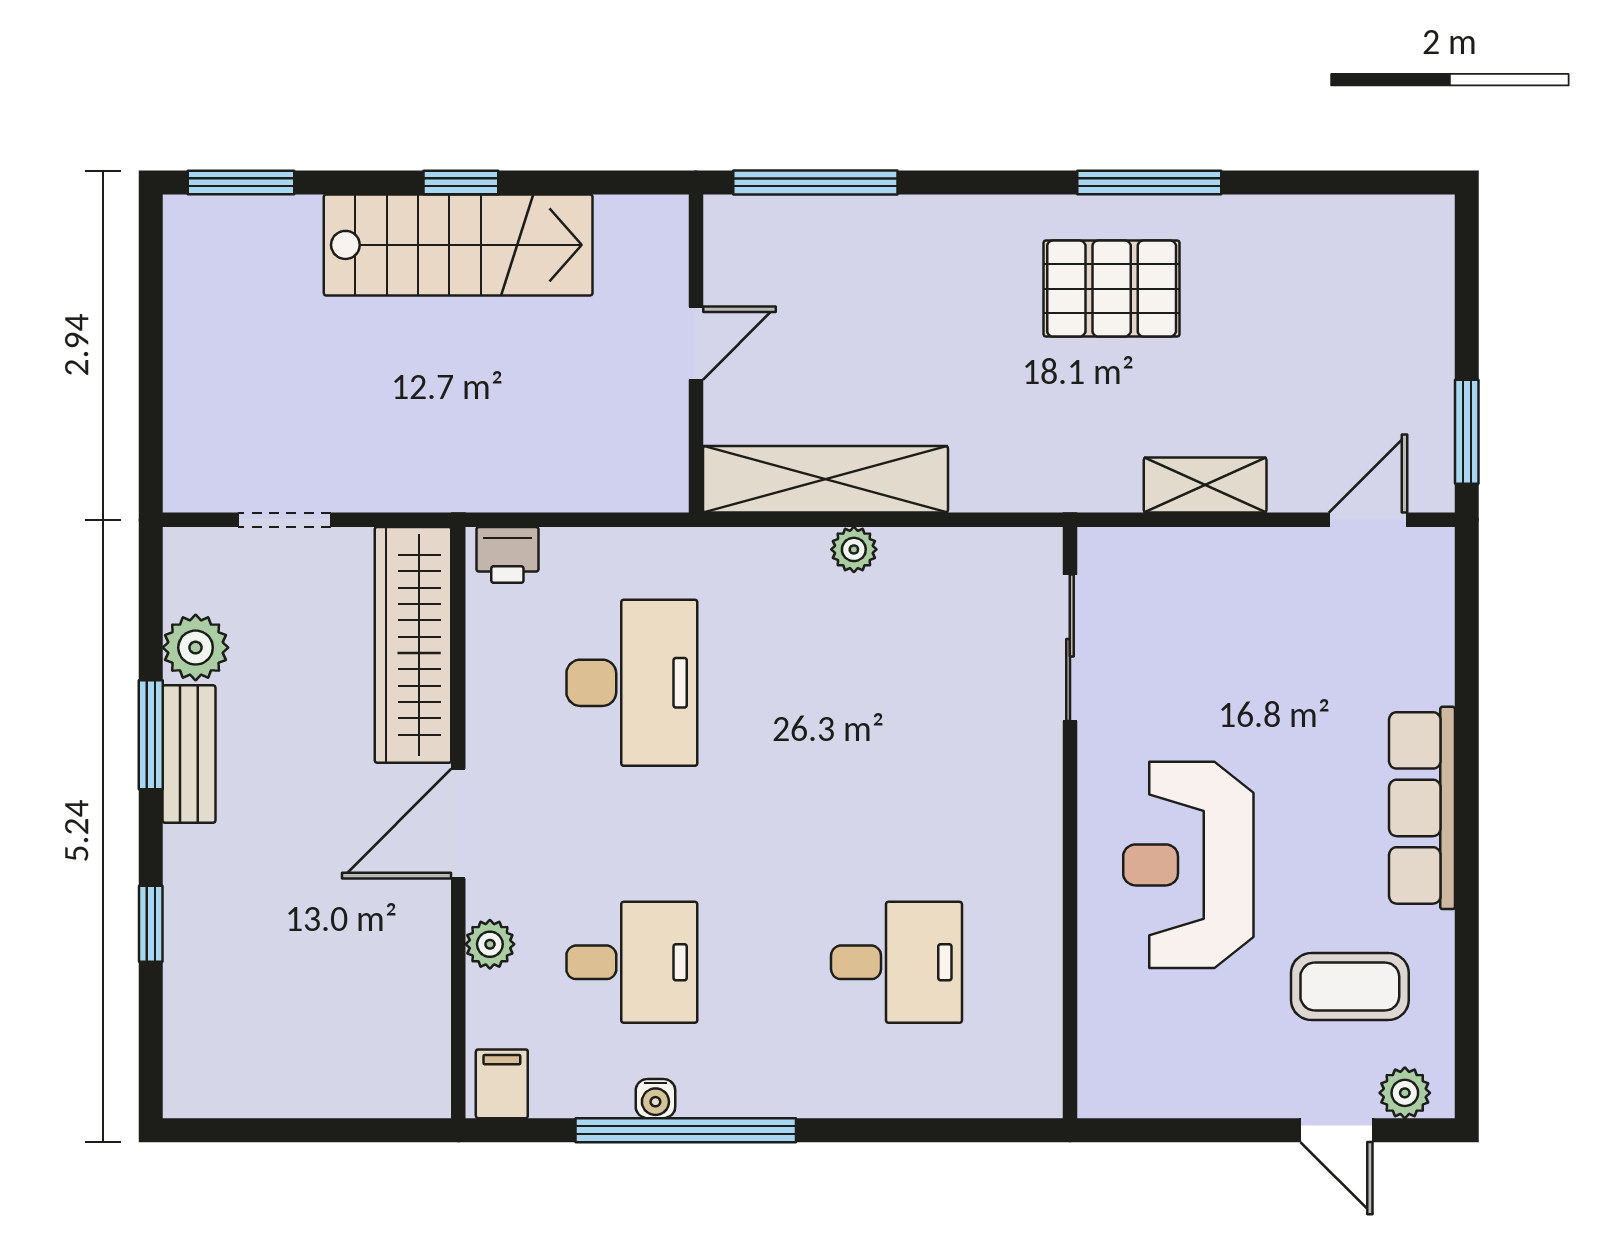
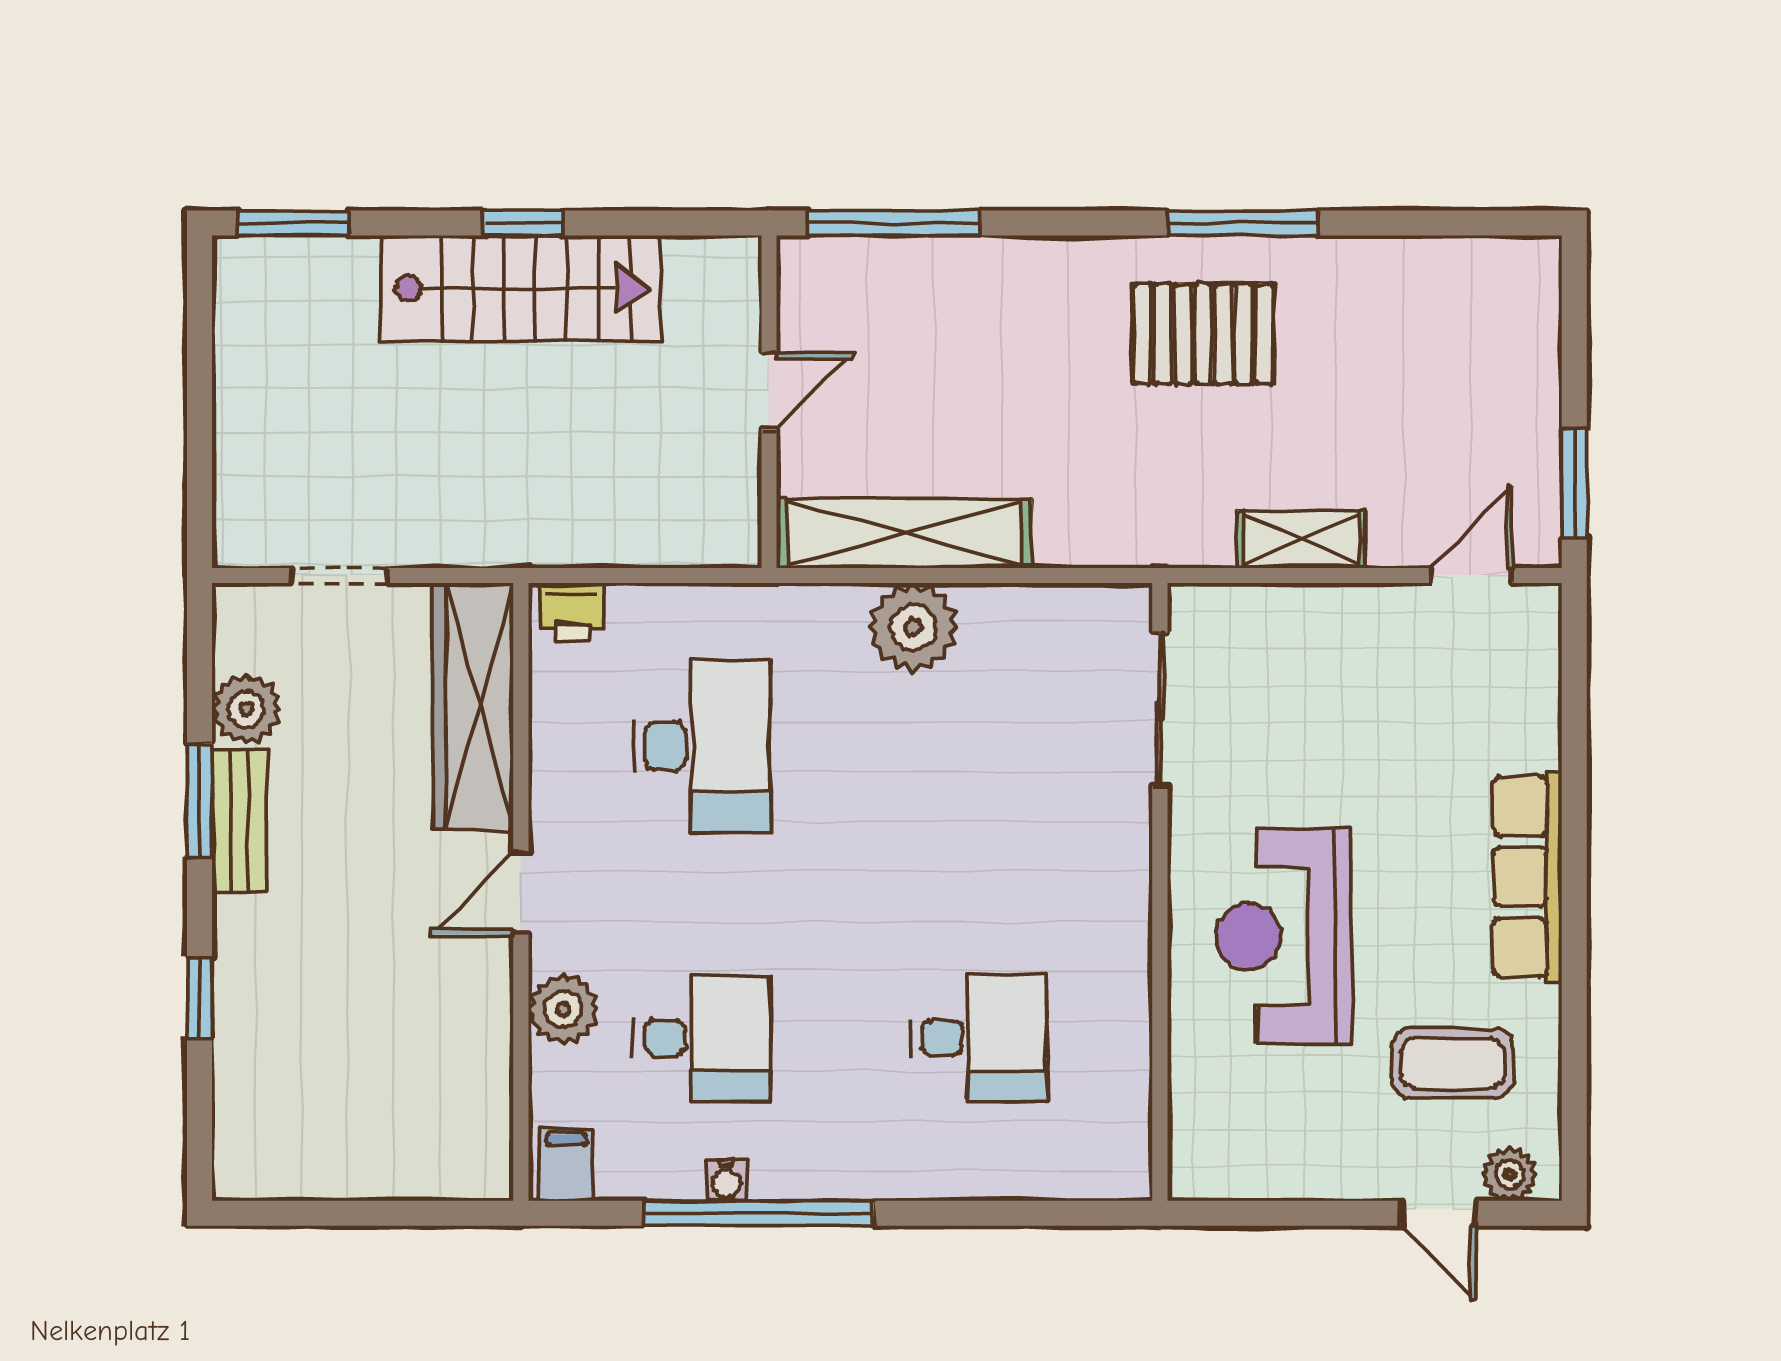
plant: (854, 549) -> (913, 627), width x1.88, depth x1.88
door: (458, 824) -> (521, 893), width x0.73
plant: (490, 944) -> (563, 1009), width x1.38, depth x1.38

